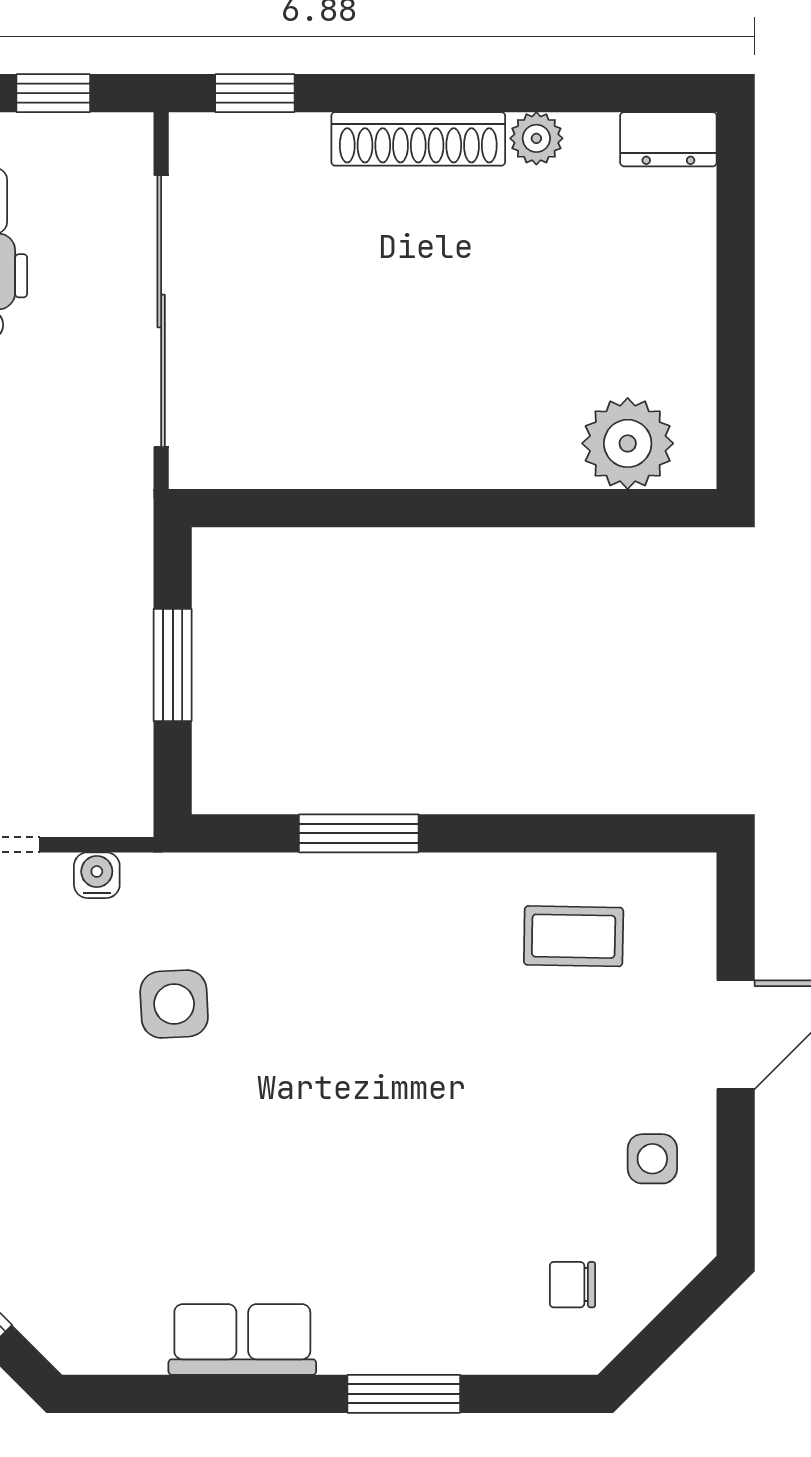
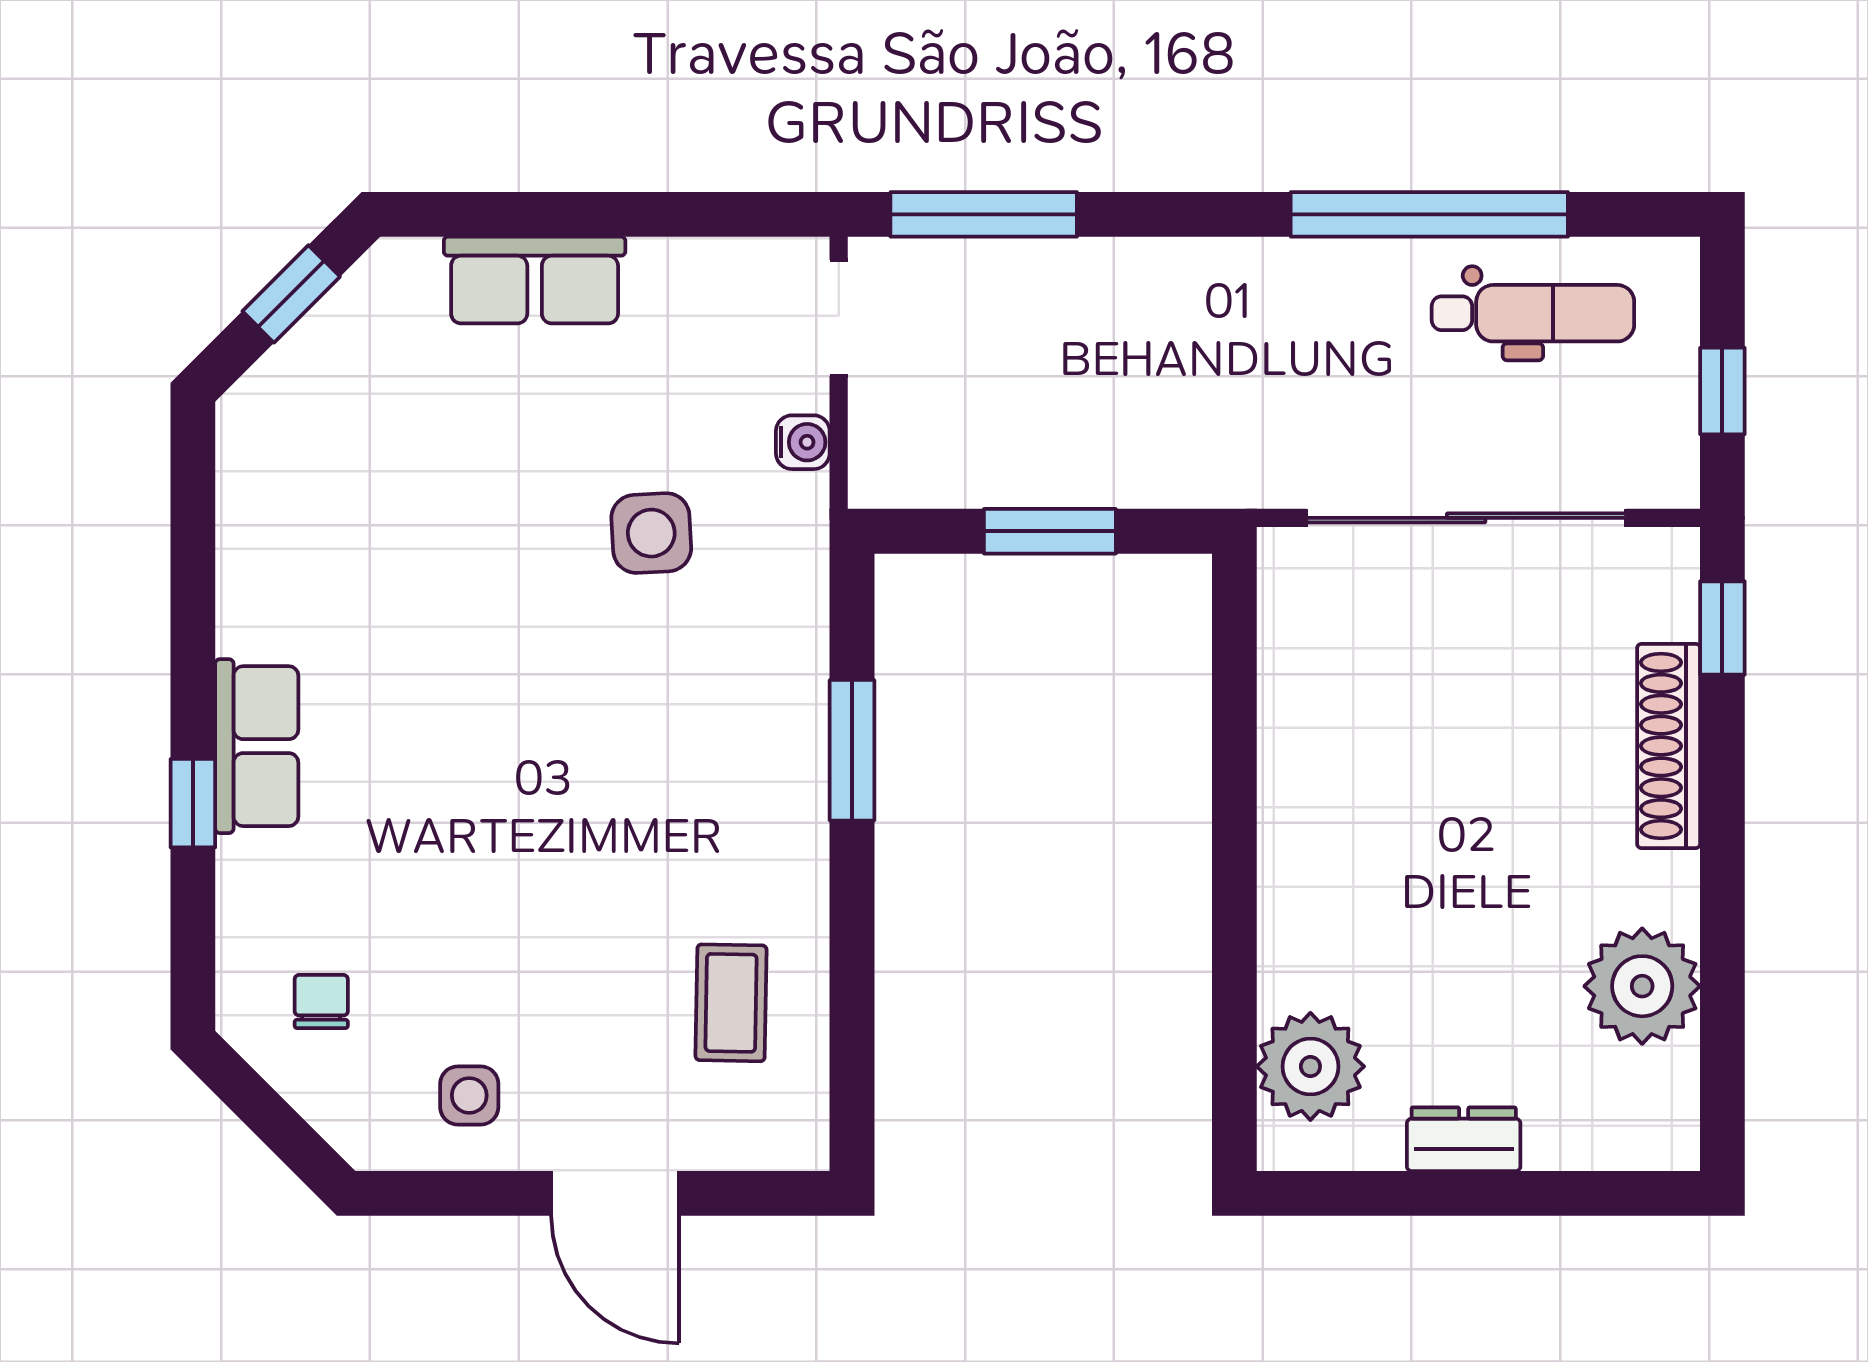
plant: (536, 138) -> (1642, 986), width x1.88, depth x1.88
shoe rack: (418, 139) -> (1669, 746), moved
dresser: (668, 139) -> (1464, 1139), moved, turned 90
row of seats: (242, 1339) -> (257, 746), moved
window: (404, 1394) -> (193, 803), width x0.67

